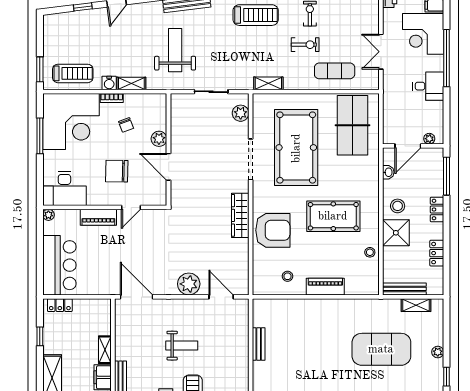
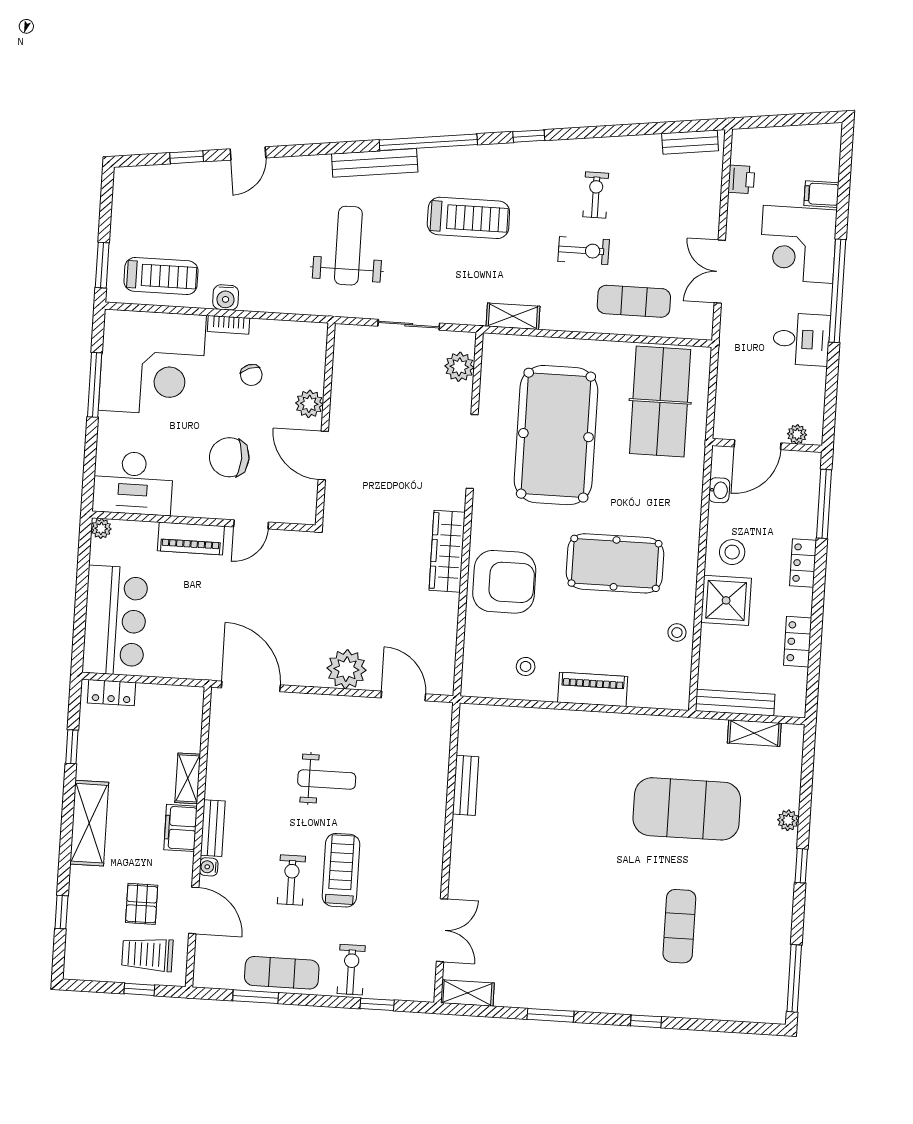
treadmill: (256, 15) -> (468, 218), moved
shelving: (131, 84) -> (266, 301), removed

